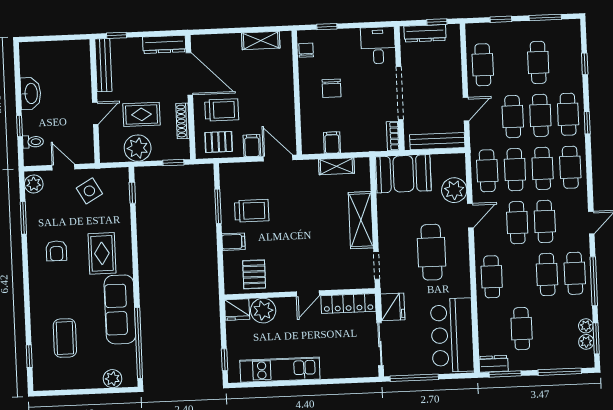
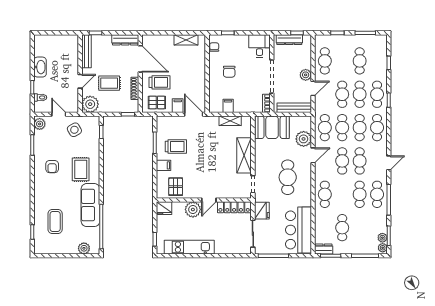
plant: (453, 88) -> (306, 75), added
plant: (138, 148) -> (90, 104), moved
plant: (263, 311) -> (193, 210), moved
plant: (586, 326) -> (383, 248), moved

